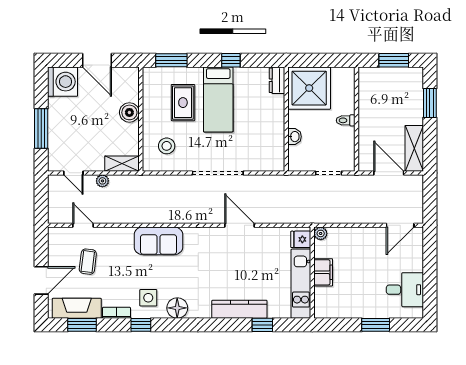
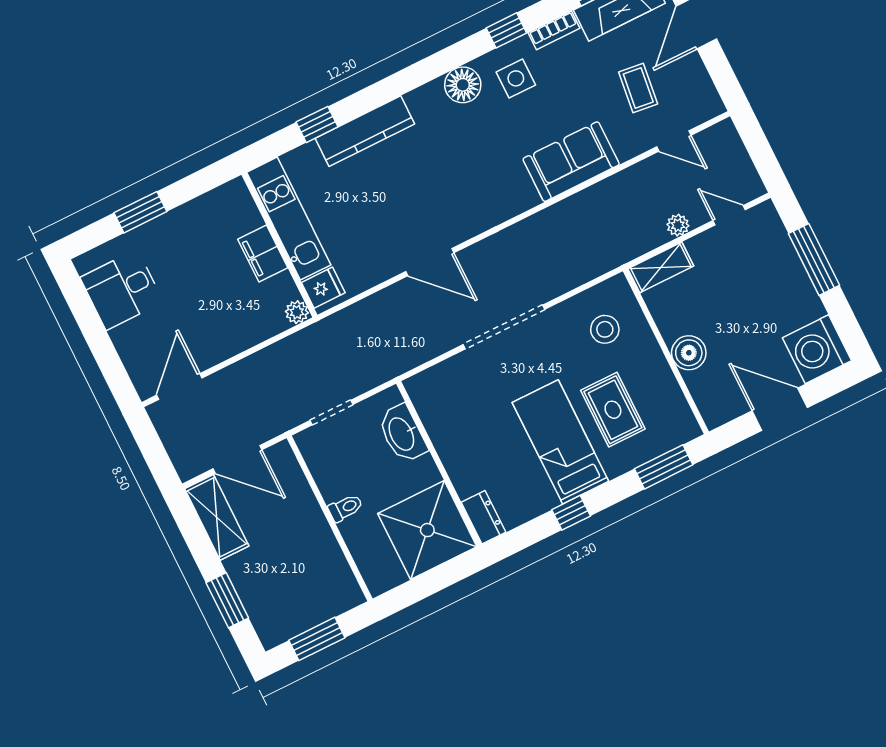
washbasin: (294, 137) -> (402, 434), width x1.91, depth x1.45
sofa: (158, 241) -> (571, 162), moved

